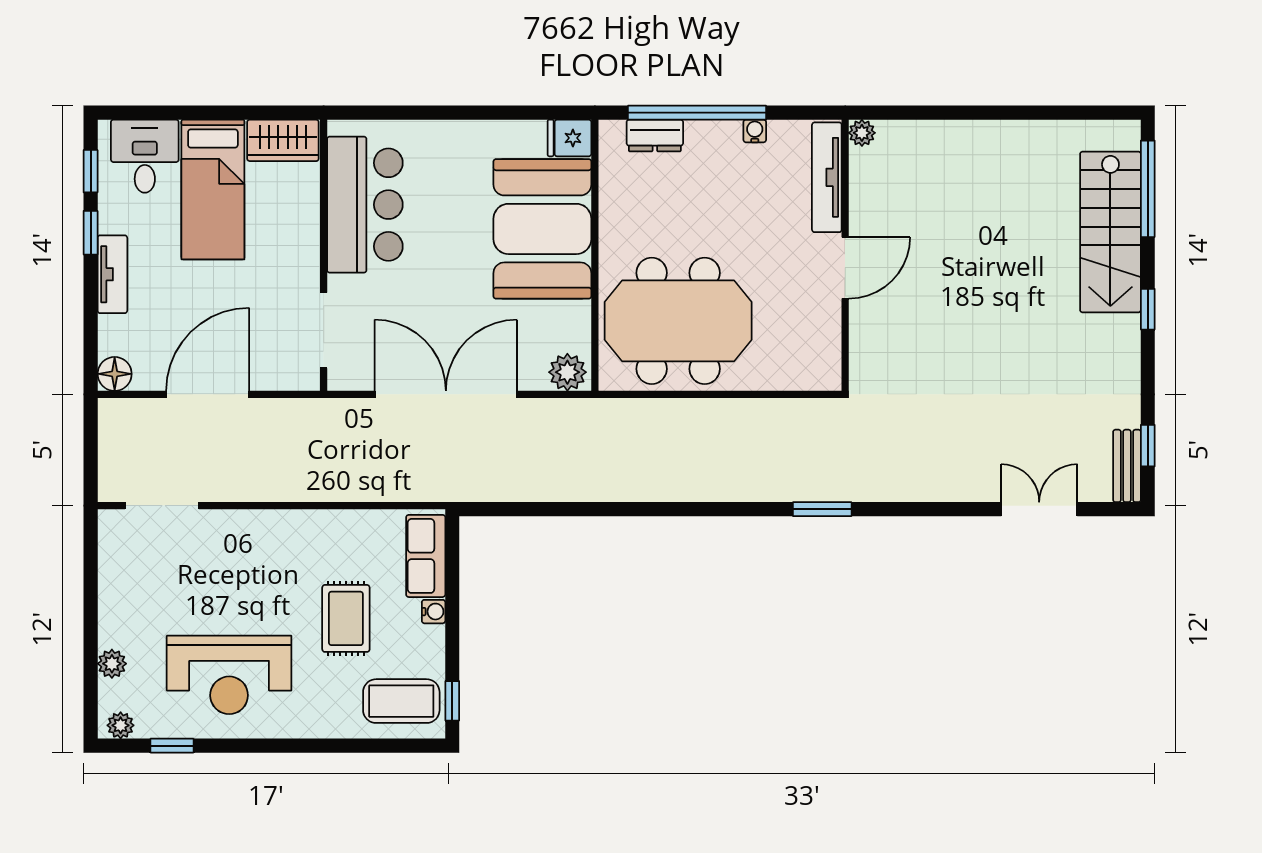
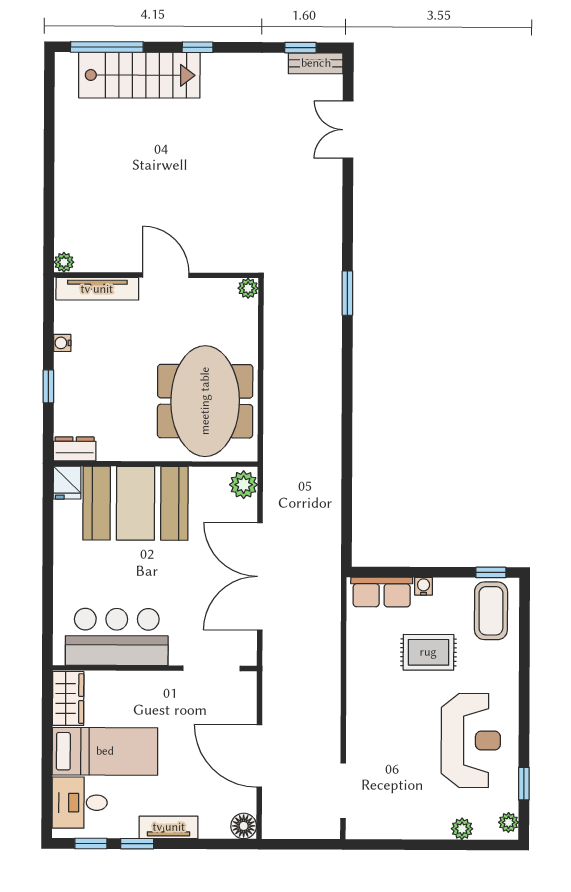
window: (697, 113) -> (48, 386), width x0.32
dresser: (655, 136) -> (75, 449), moved, turned -90
plant: (828, 377) -> (248, 288), added

